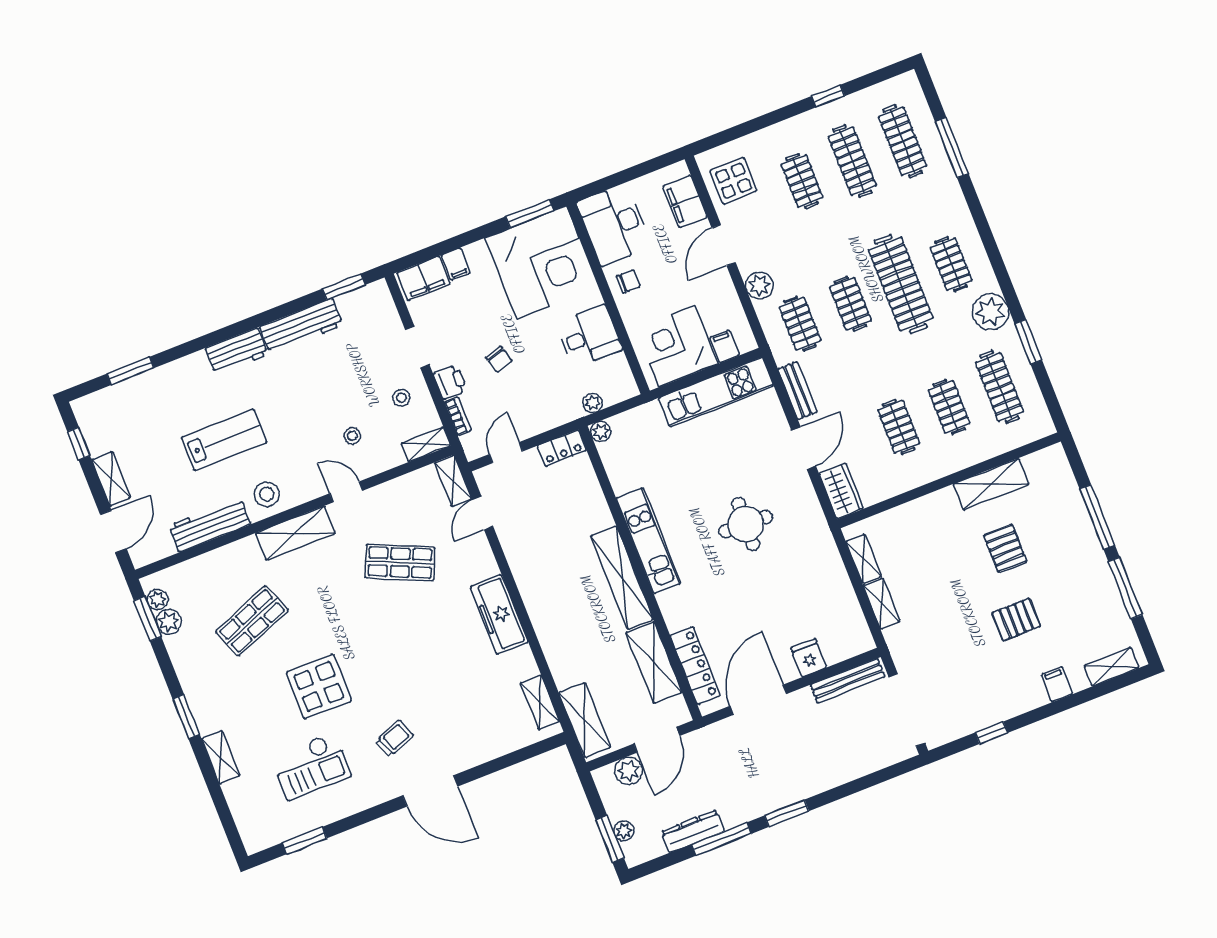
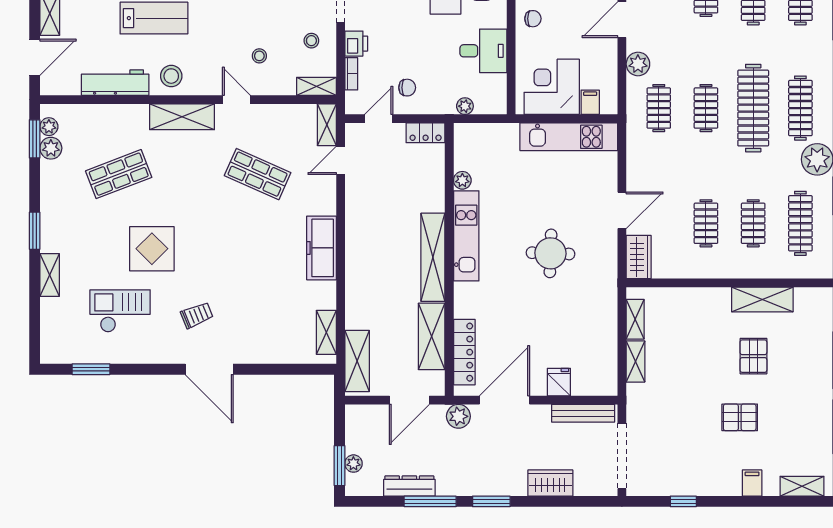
clothes rail: (951, 264) -> (800, 108), width x1.36
chair: (499, 359) -> (407, 88), moved, turned -74
bench: (797, 391) -> (635, 162), removed
plant: (601, 431) -> (462, 180), moved
checkout: (311, 766) -> (120, 311), turned 180
wardrobe: (842, 769) -> (550, 483), added
plant: (629, 771) -> (458, 416), moved

